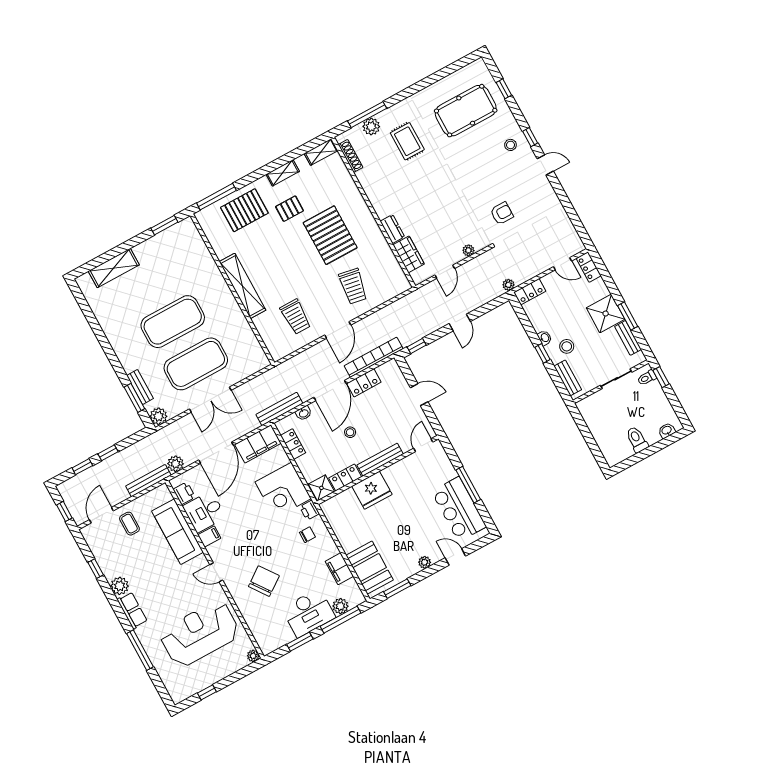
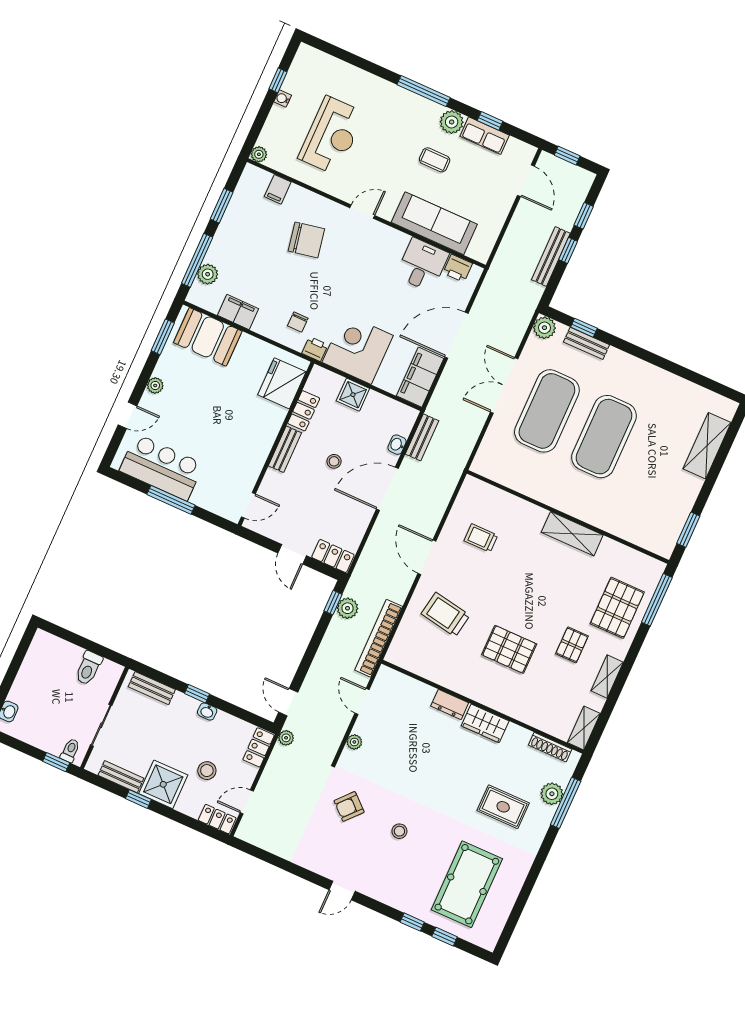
window: (530, 137) -> (412, 922), moved
stool: (510, 145) -> (399, 831), moved
armchair: (502, 213) -> (349, 806), turned 42
pallet: (330, 235) -> (509, 649), width x0.73, depth x0.71
wardrobe: (409, 254) -> (485, 723), moved
shelving: (242, 286) -> (572, 534), width x0.68
window: (628, 316) -> (138, 799), width x0.67
trolley: (296, 317) -> (481, 538), width x0.73, depth x0.72
door: (460, 322) -> (288, 702), moved
stool: (567, 346) -> (207, 771), moved
bookcase: (374, 357) -> (379, 638), moved, turned 180
locker: (364, 383) -> (333, 556), moved, turned 90
door: (330, 391) -> (387, 489), hinge flipped
door: (419, 395) -> (292, 554), hinge flipped
window: (134, 398) -> (584, 328), width x0.67
bench: (279, 409) -> (422, 437), width x0.73
toilet: (637, 439) -> (89, 668), moved, turned 90
locker: (293, 444) -> (384, 405), removed
door: (423, 445) -> (248, 505), hinge flipped
door: (216, 453) -> (456, 335), hinge flipped
bench: (380, 460) -> (285, 449), width x0.73
plant: (176, 464) -> (348, 608), moved
bench: (148, 481) -> (551, 257), moved
shower: (321, 488) -> (353, 395), moved
fridge: (372, 490) -> (282, 383), moved
coffee table: (129, 524) -> (435, 160), moved
filing cabinet: (209, 536) -> (278, 189), moved
chair: (264, 581) -> (306, 240), turned -65
row of seats: (132, 610) -> (485, 136), moved
desk: (308, 613) -> (235, 242), removed
reception desk: (200, 634) -> (331, 135), width x0.74, depth x0.77
window: (140, 650) -> (424, 91), moved
water cooler: (213, 679) -> (283, 99), added

